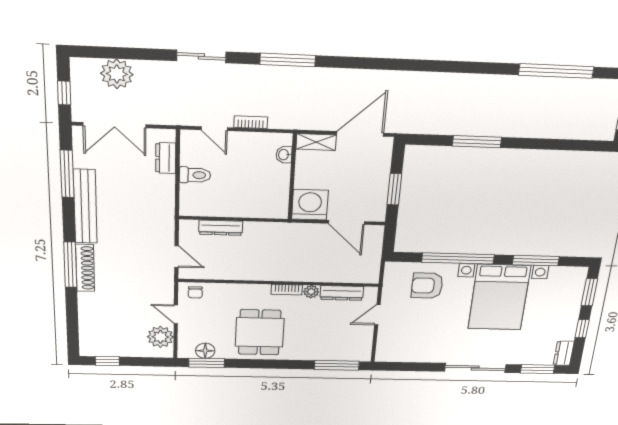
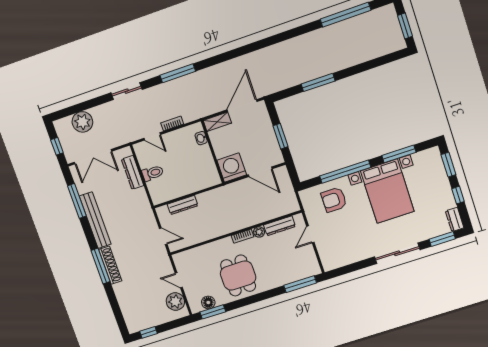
dresser: (166, 158) -> (133, 172), width x1.44
chair: (195, 292) -> (185, 259), removed

